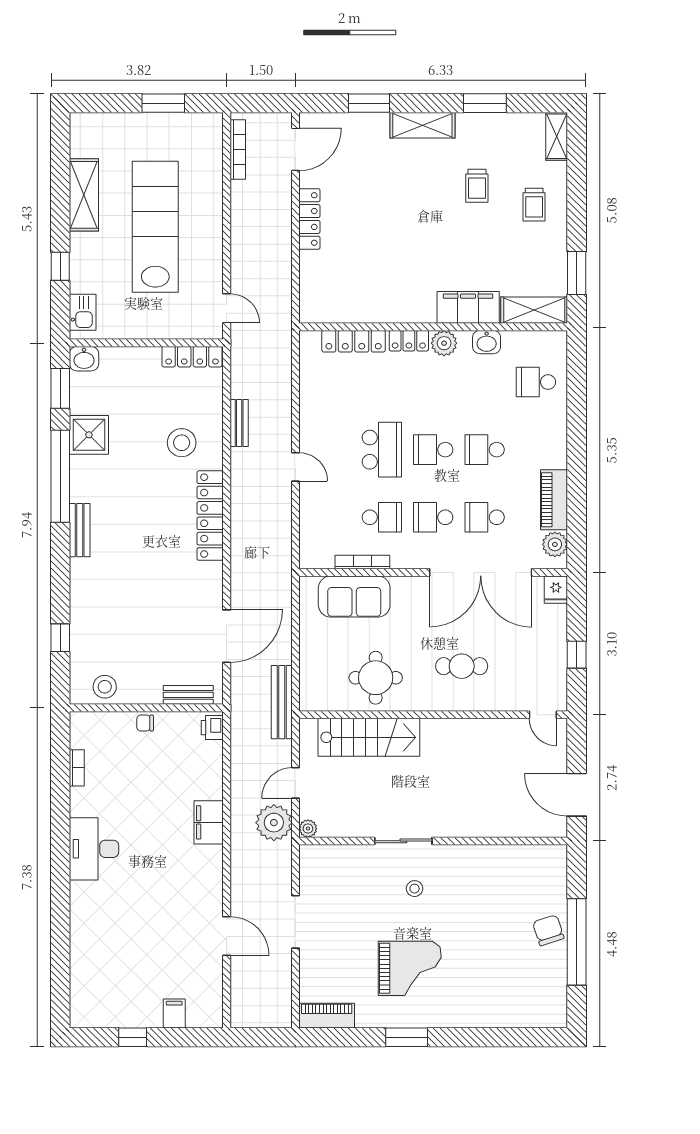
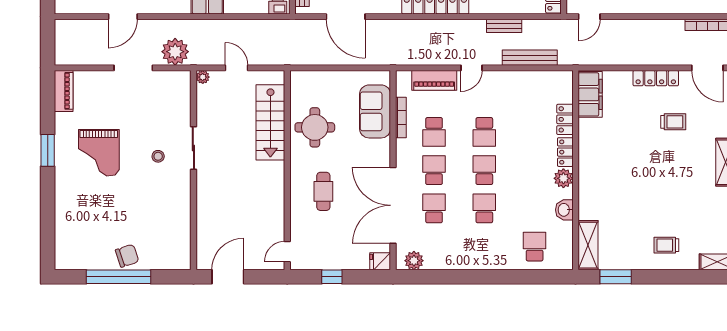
trolley: (477, 186) -> (673, 122), moved, turned 180
filing cabinet: (468, 307) -> (590, 94), moved
locker: (354, 341) -> (565, 119), width x0.66
school desk: (382, 450) -> (484, 132), width x0.54
piano: (554, 500) -> (434, 80), moved, turned 180
bench: (282, 702) -> (530, 58), moved
plant: (274, 823) -> (175, 52), moved

